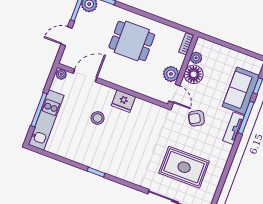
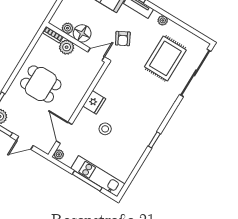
door: (66, 36) -> (25, 143), hinge flipped
dining table: (132, 41) -> (41, 84), turned 90
plant: (171, 74) -> (67, 47), moved
plant: (224, 157) -> (163, 20), added

